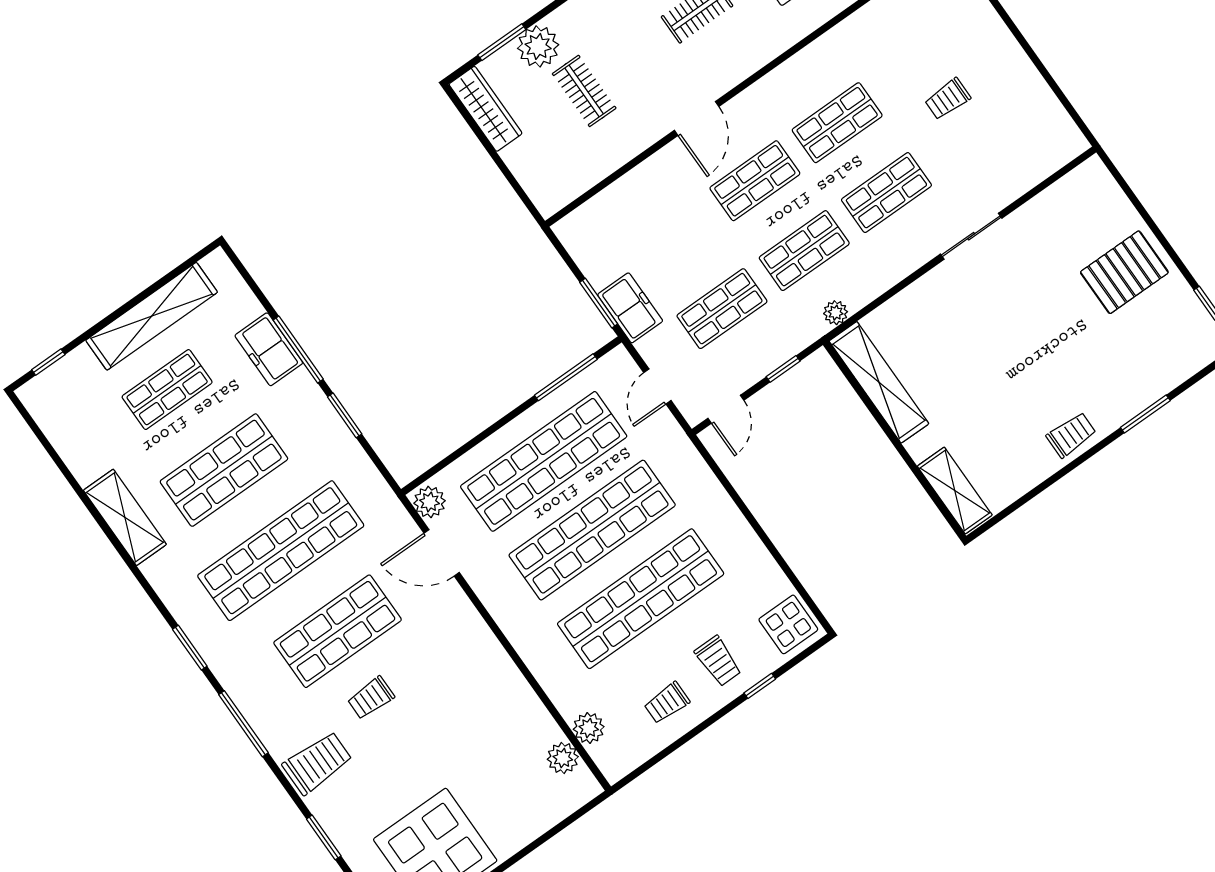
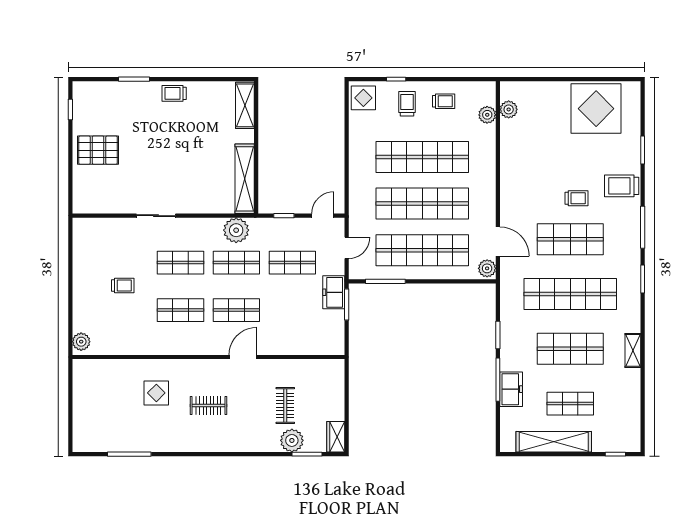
wardrobe: (486, 109) -> (336, 437), width x0.67
plant: (836, 313) -> (236, 230), width x1.87, depth x1.87
shelving: (125, 517) -> (633, 350), width x0.67, depth x0.75

